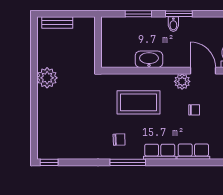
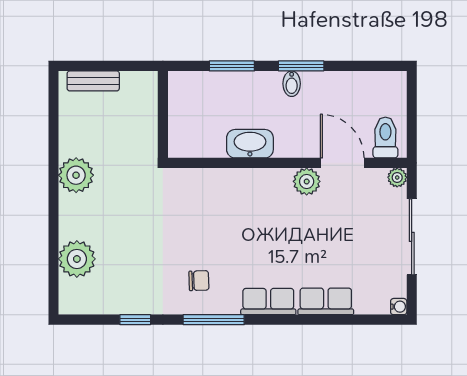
coffee table: (138, 102) -> (232, 217), removed
chair: (194, 110) -> (327, 230), removed
plant: (48, 127) -> (77, 259), added
window: (49, 162) -> (135, 320), moved

